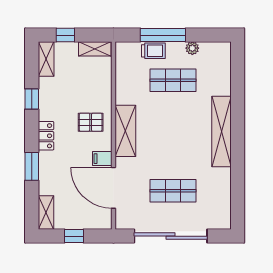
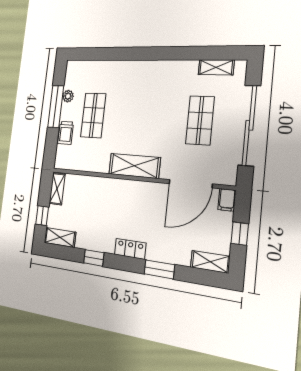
window: (163, 35) -> (56, 106), moved
trolley: (153, 51) -> (66, 133), turned 180
pallet: (91, 122) -> (122, 201), removed
shelving: (221, 132) -> (216, 67), moved, width x0.45, depth x0.75
filing cabinet: (102, 159) -> (227, 200), moved

